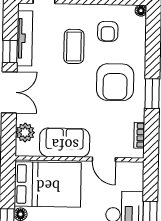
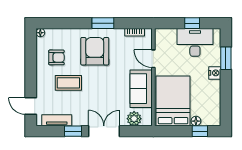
tv unit: (25, 38) -> (57, 120), width x0.71
armchair: (115, 82) -> (95, 51), turned -90
door: (104, 159) -> (153, 59), swing flipped

